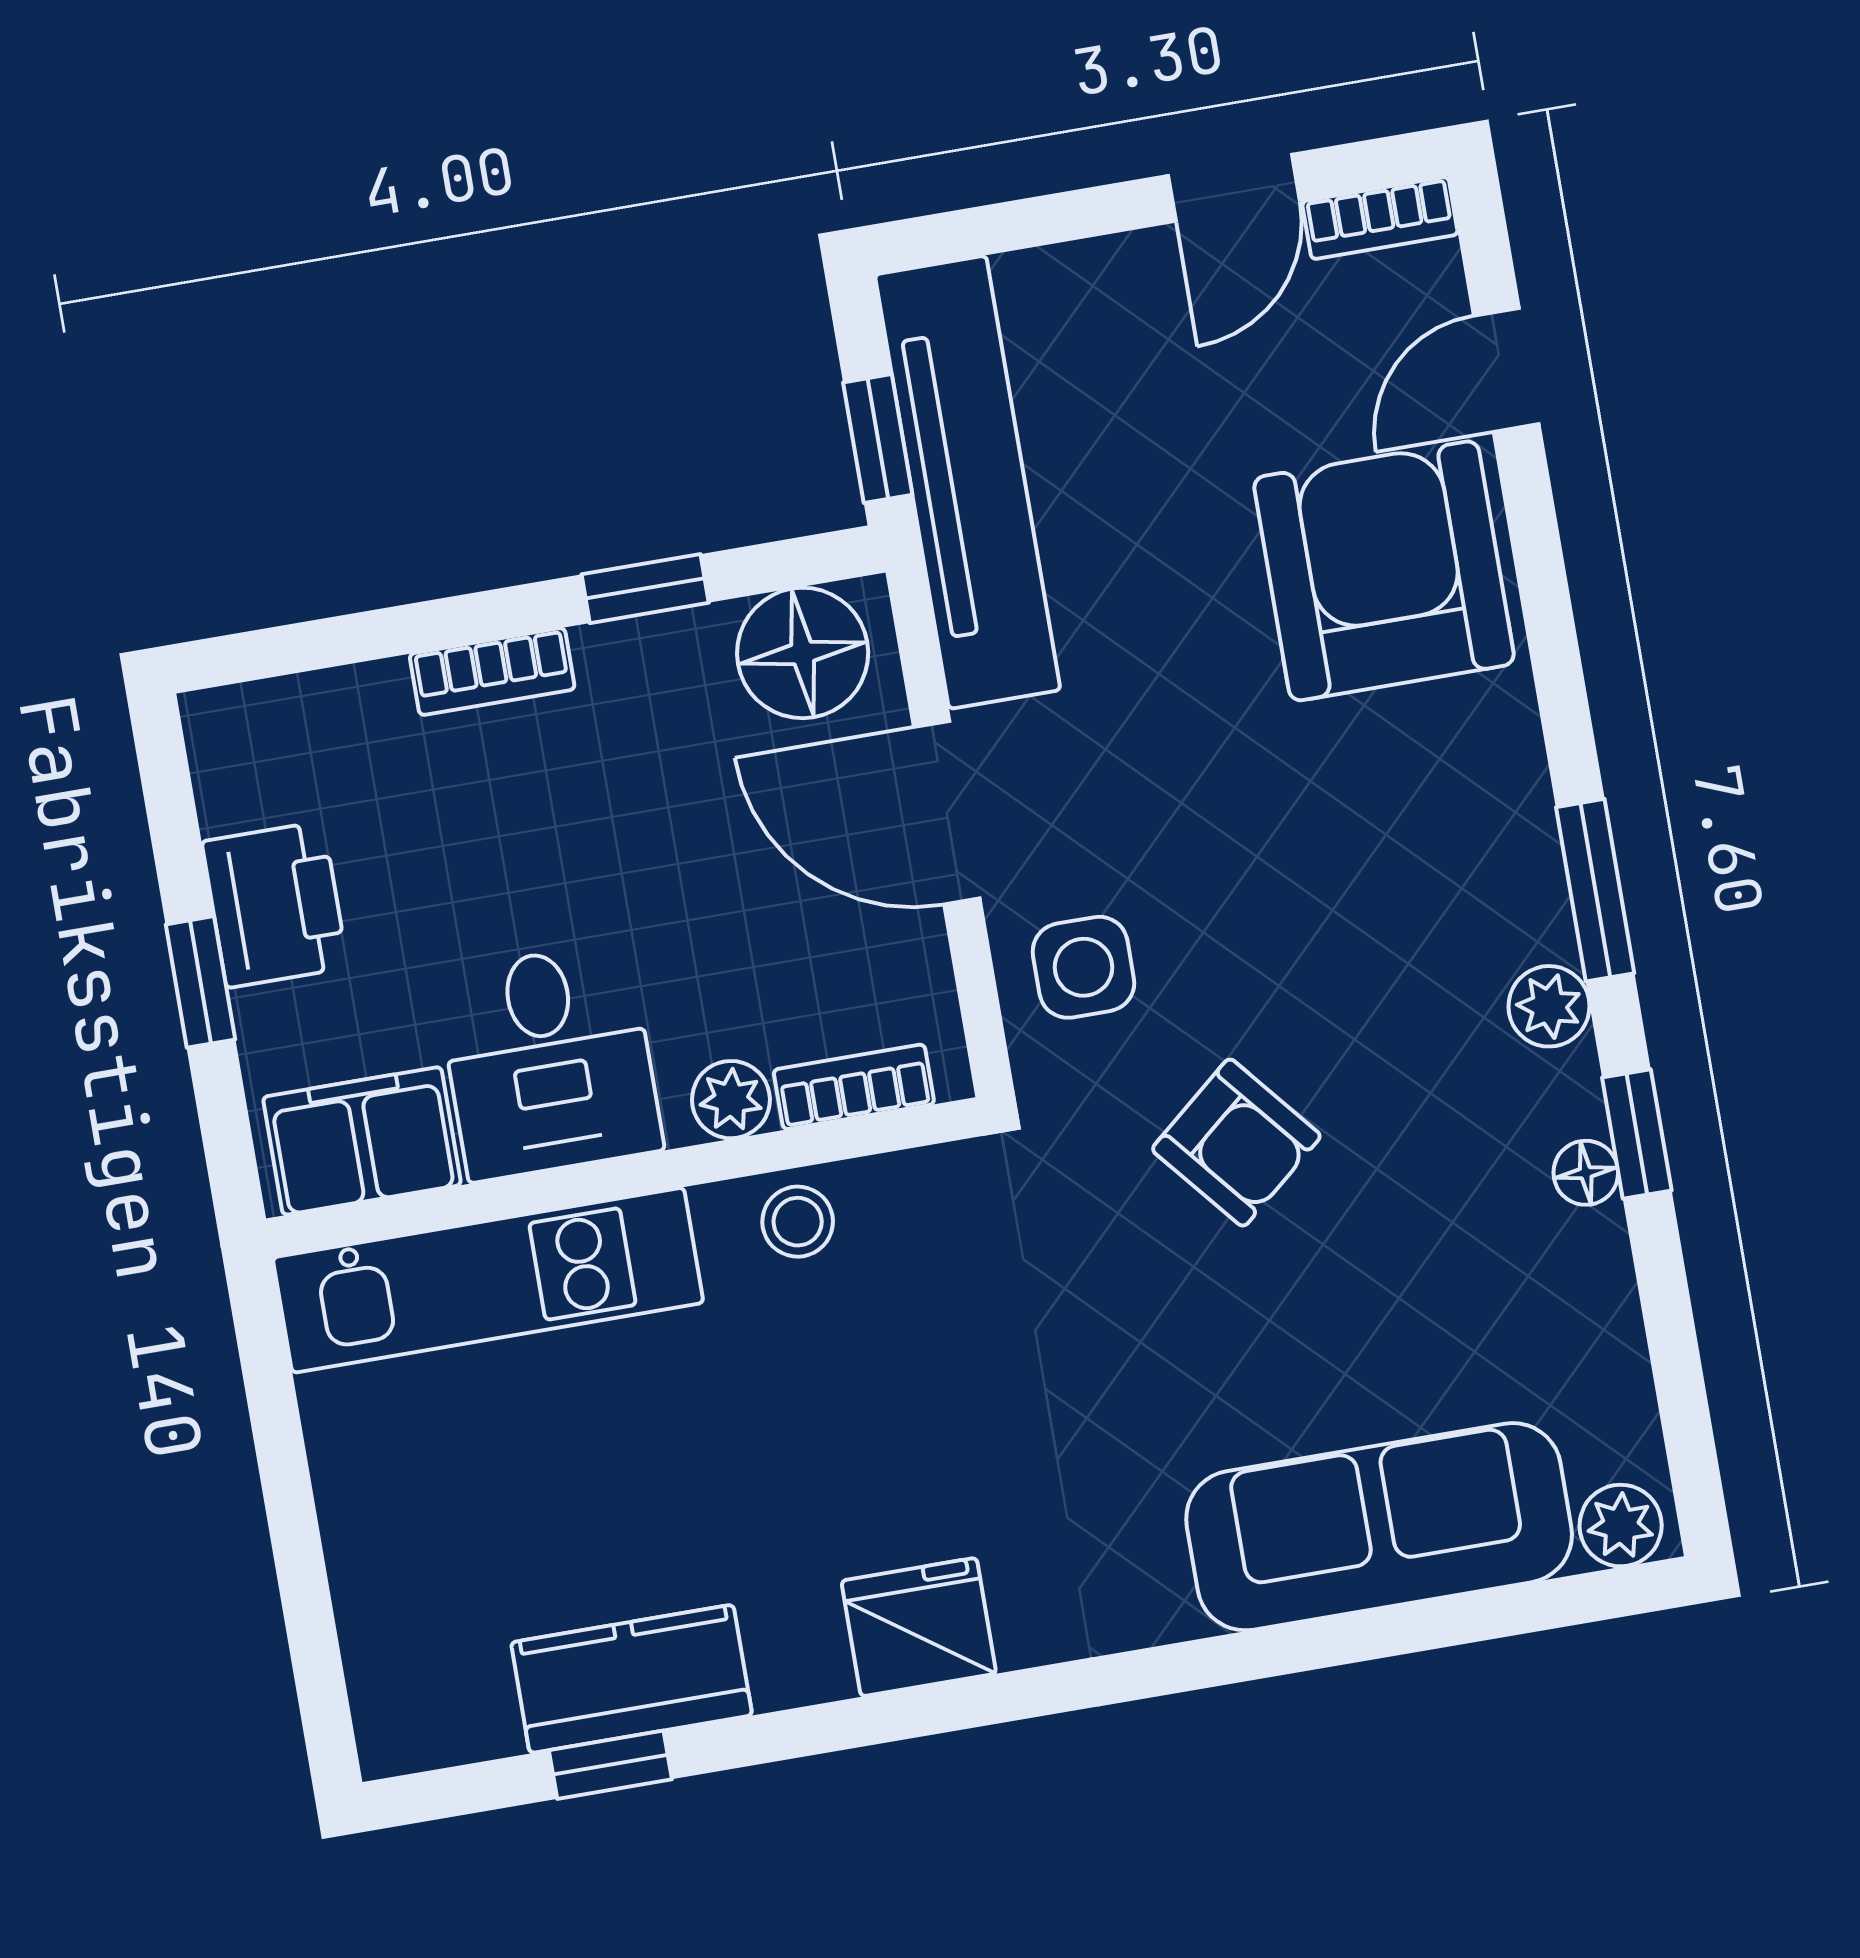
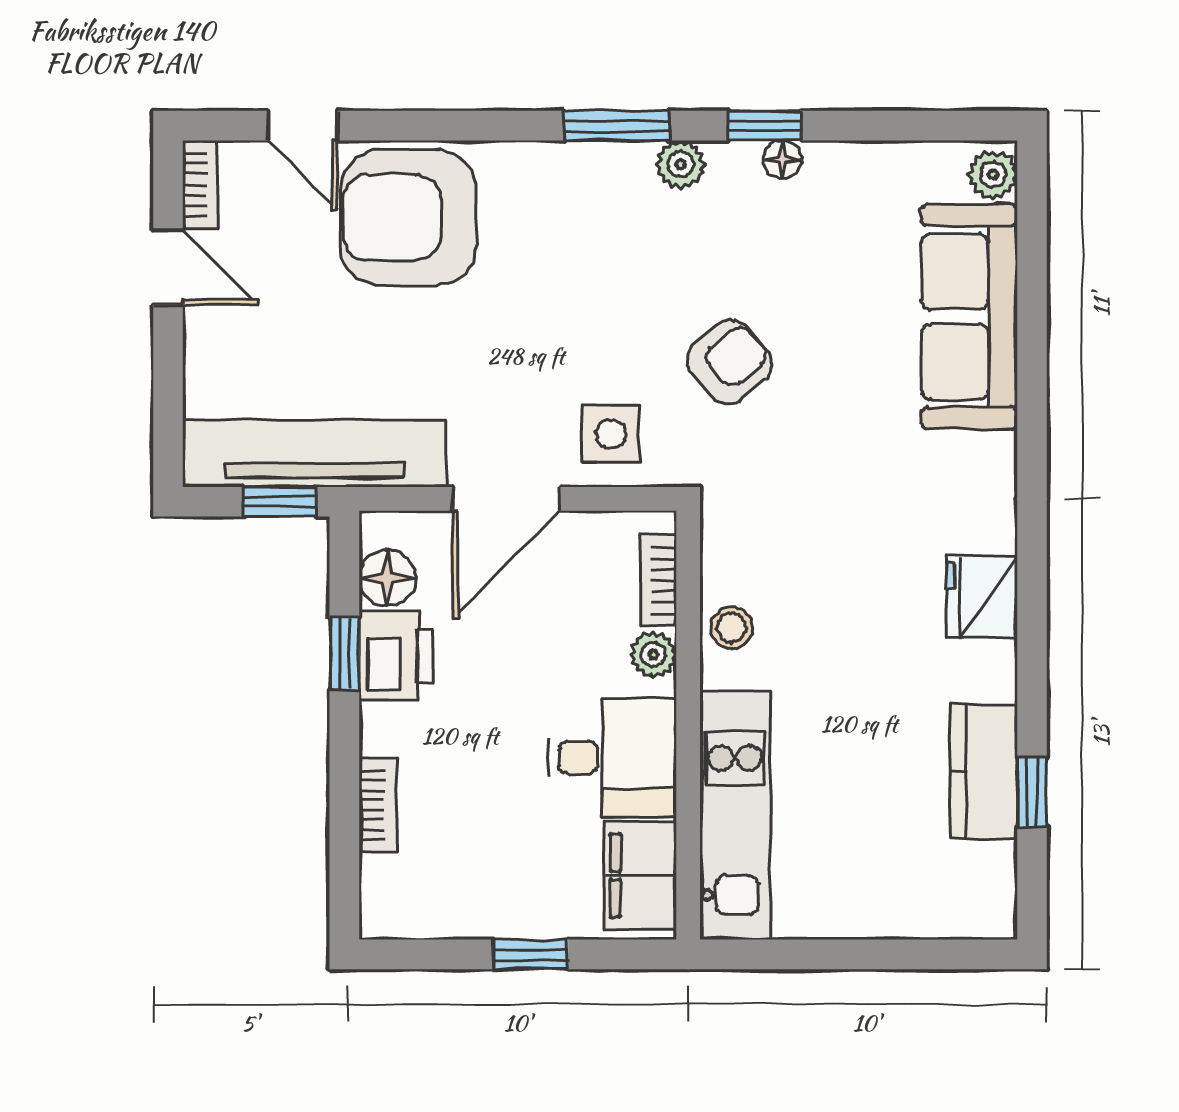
floor lamp: (803, 653) -> (387, 578), width x0.73, depth x0.73
bookcase: (492, 672) -> (378, 805), moved
printer: (275, 904) -> (396, 656), moved, turned 90

